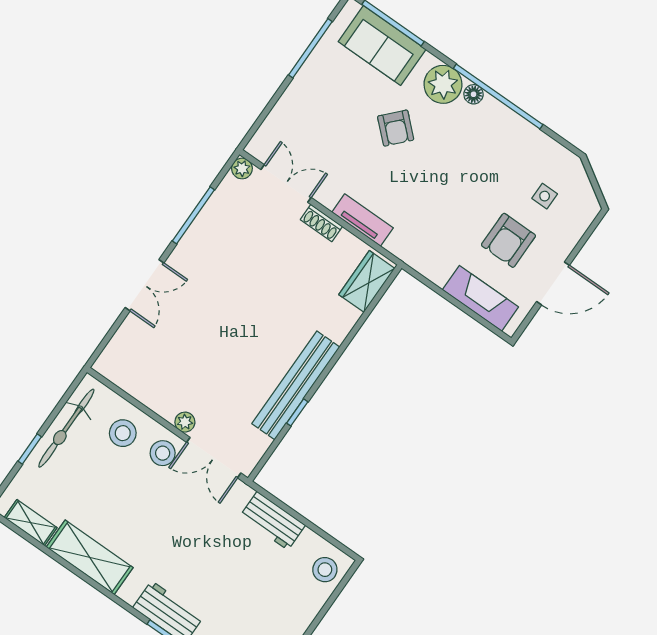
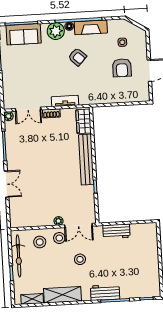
armchair: (396, 128) -> (77, 57), moved
double door: (286, 184) -> (28, 109), swing flipped
fireplace: (480, 298) -> (91, 27), moved, turned 180
bench: (296, 385) -> (86, 160), moved
stool: (325, 570) -> (80, 259), moved

